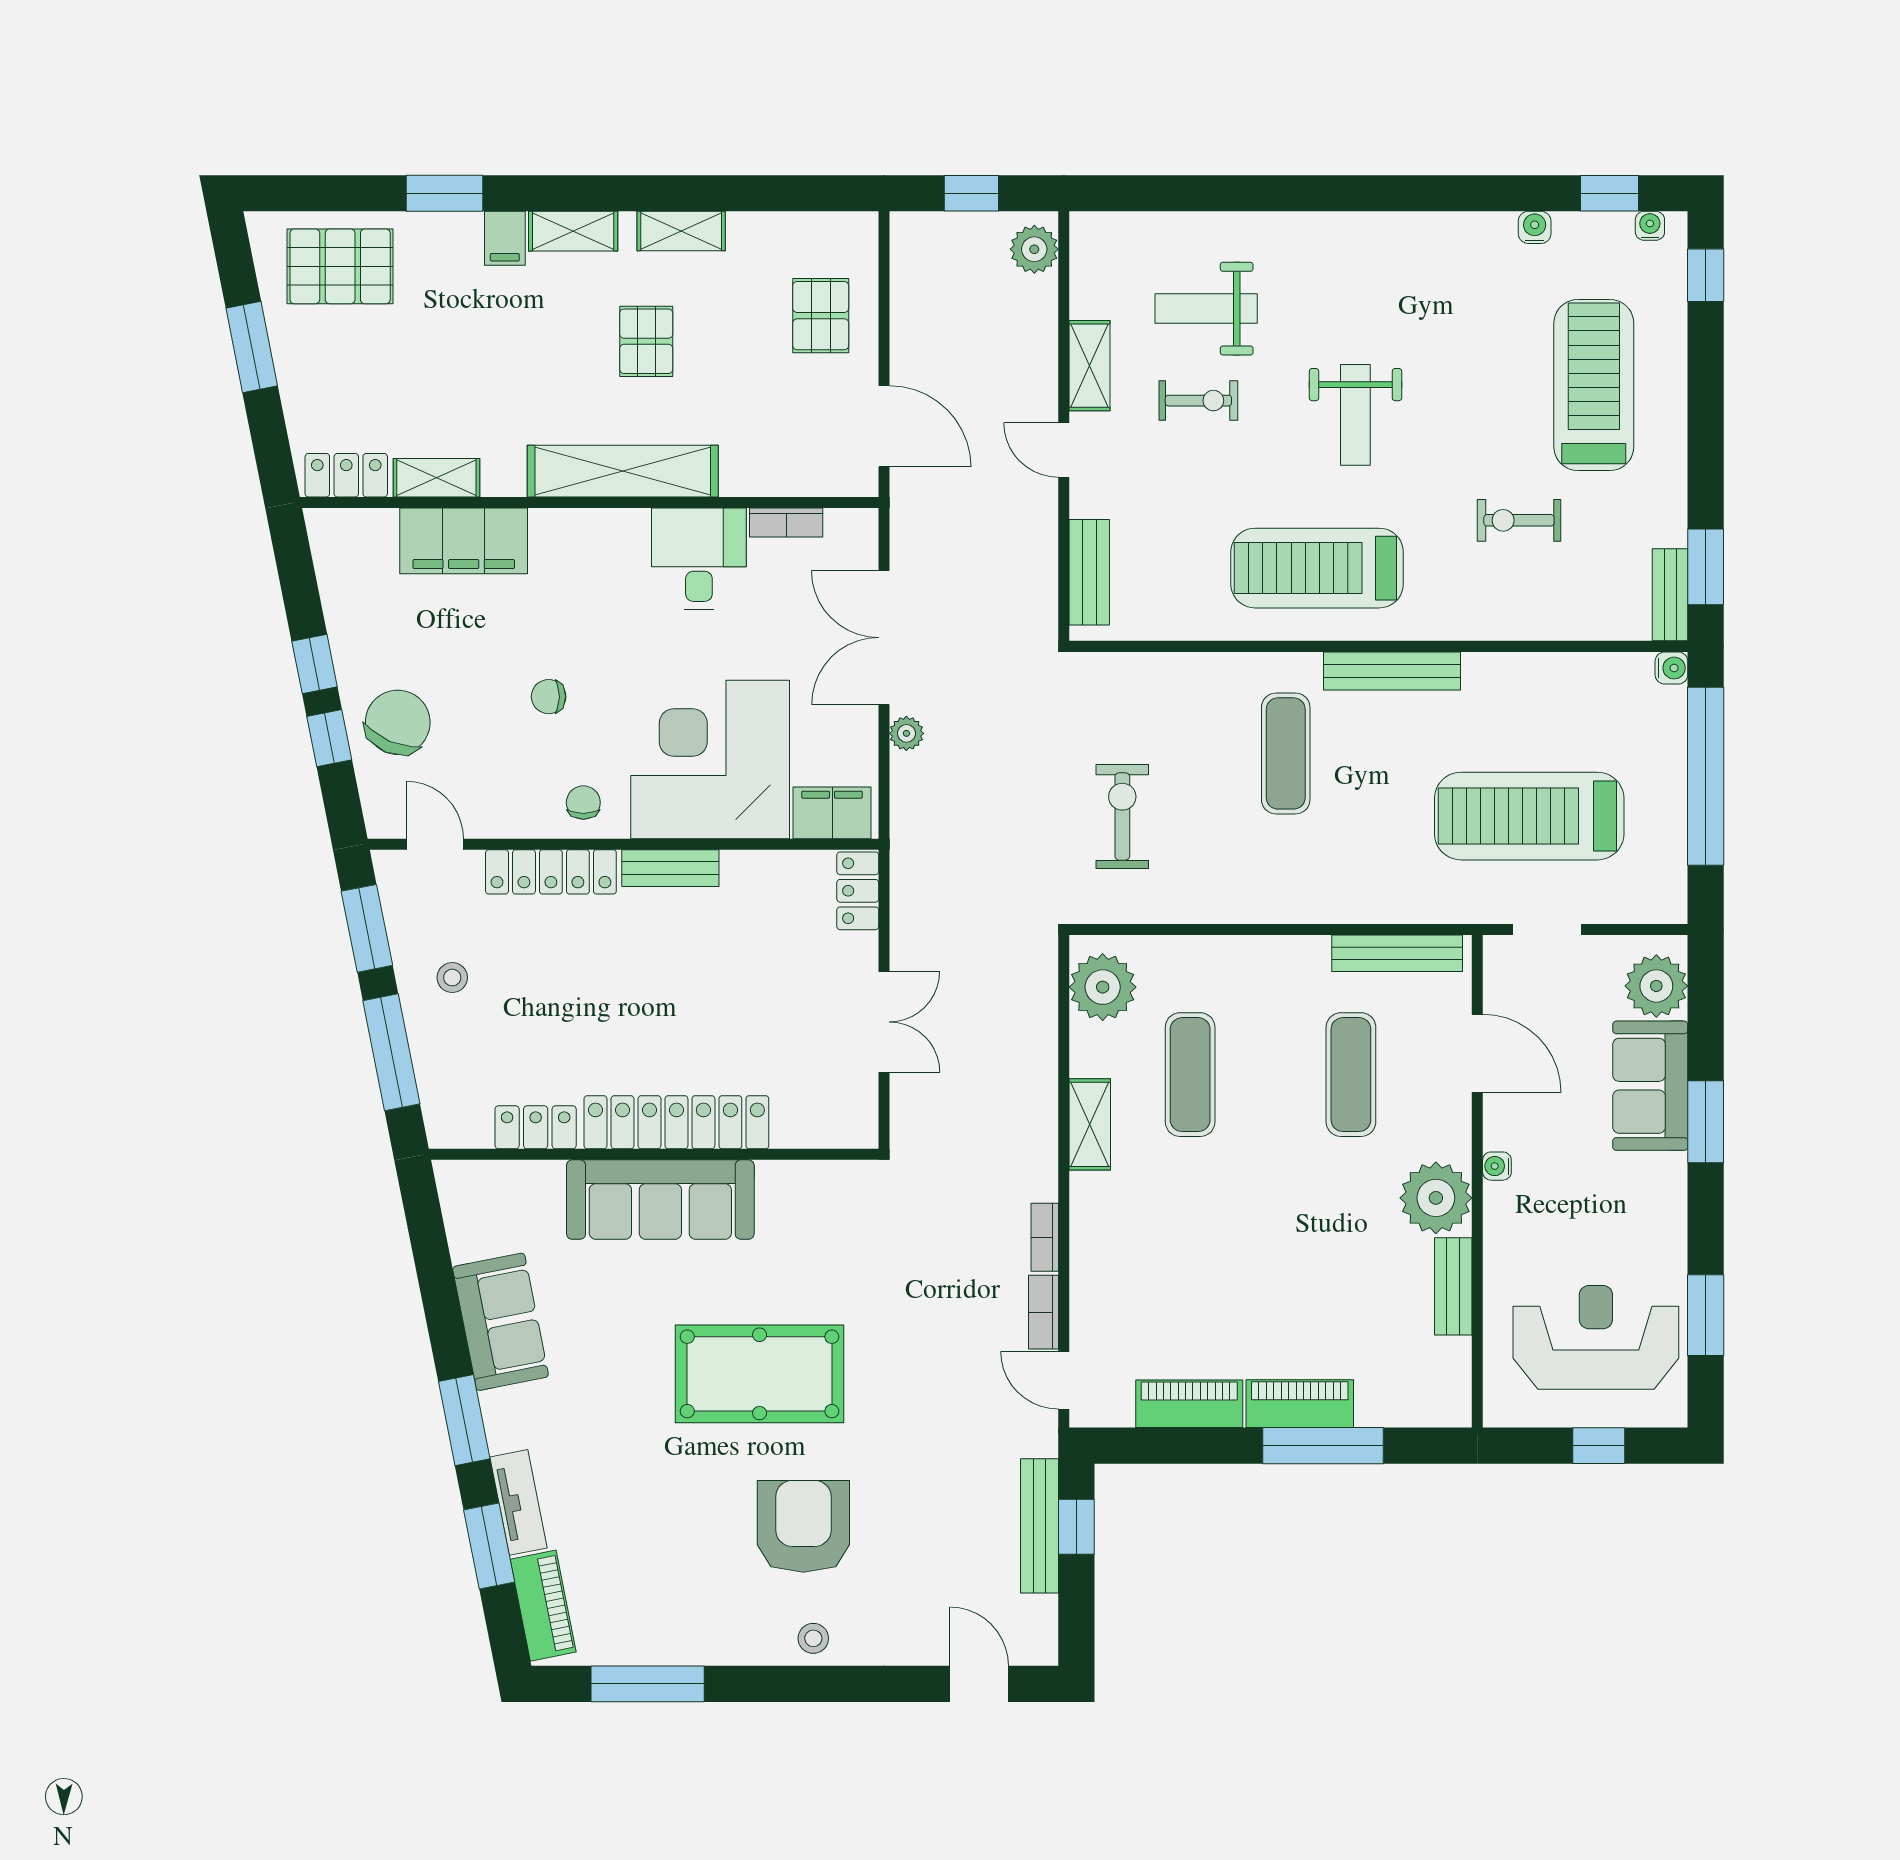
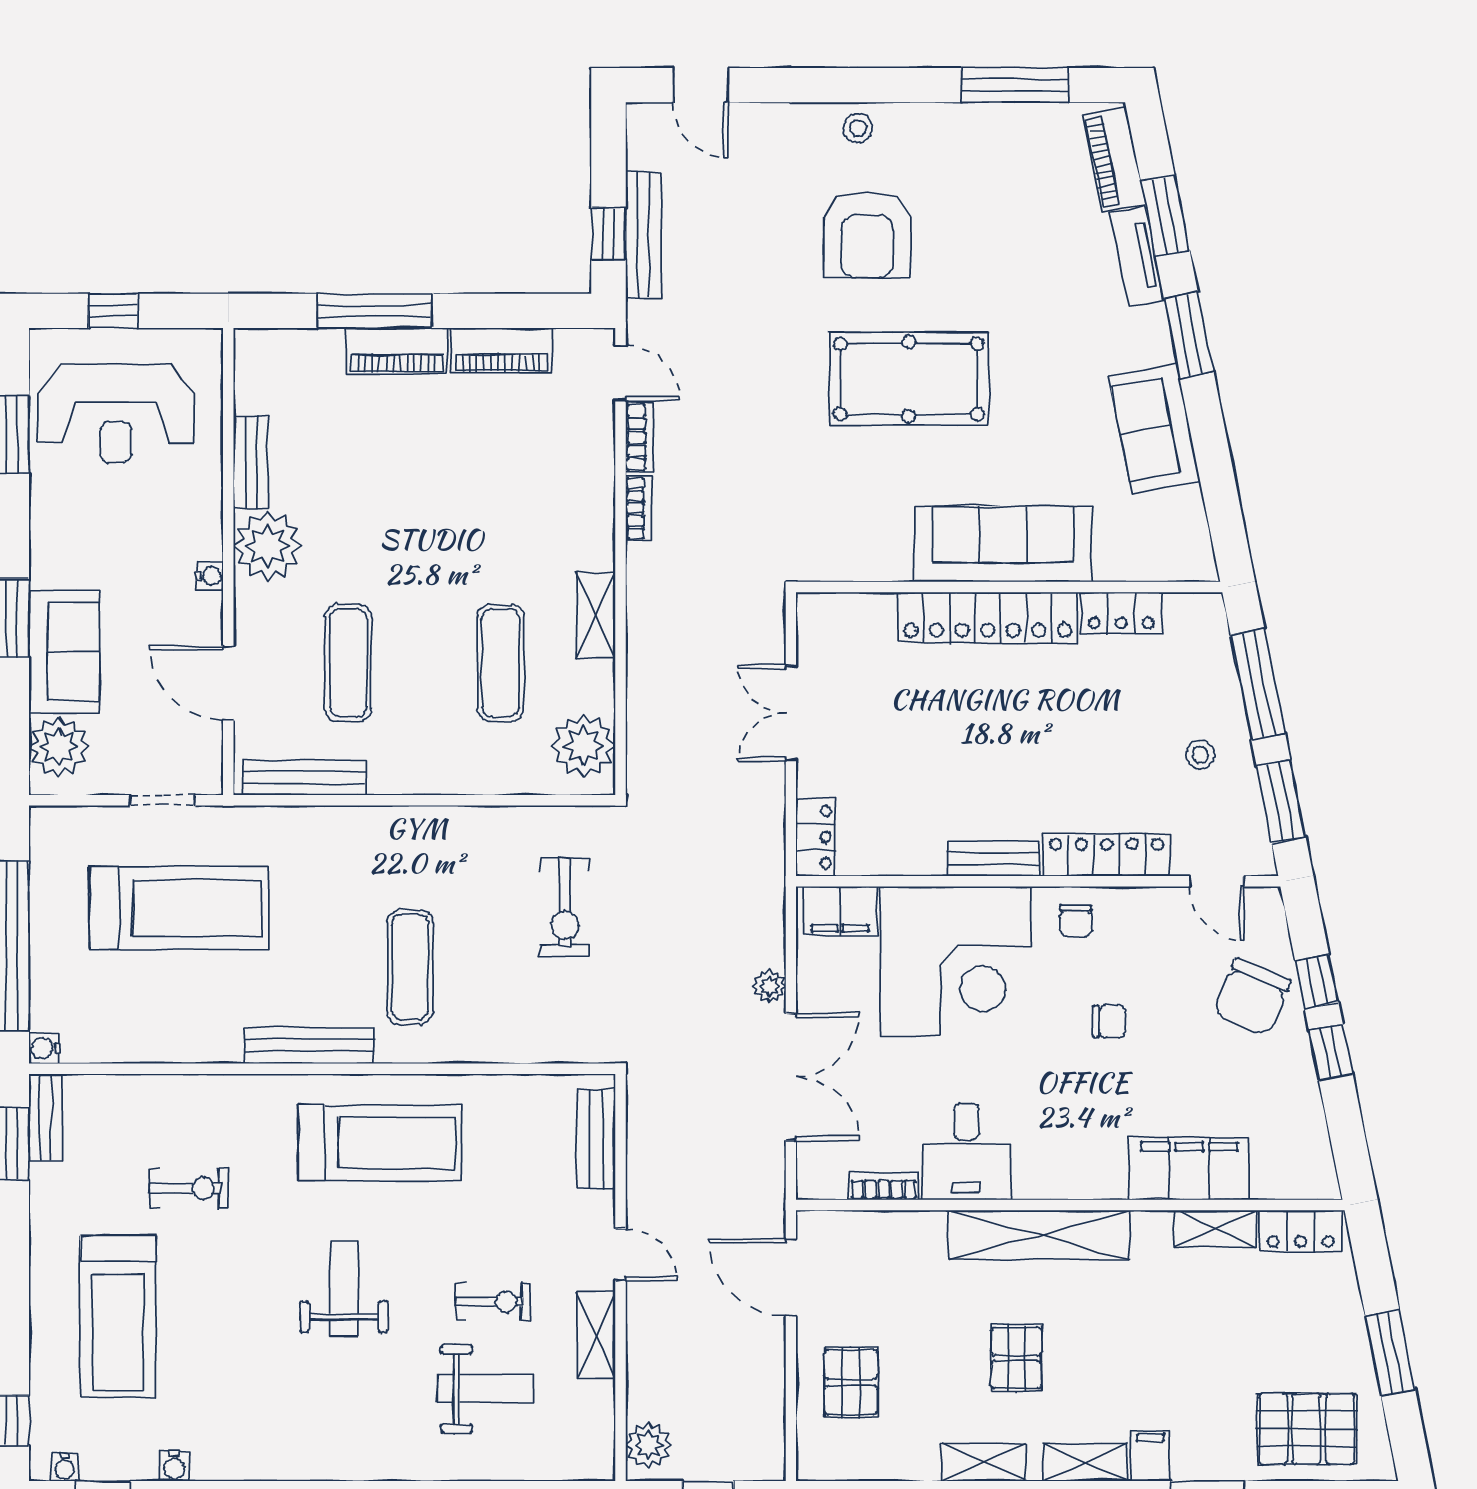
exercise bike: (1198, 401) -> (493, 1302), turned 180

